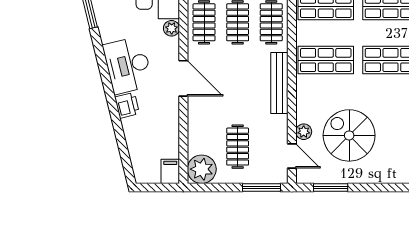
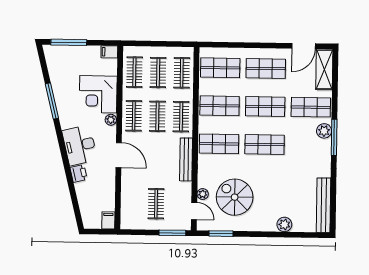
plant: (202, 169) -> (130, 219), removed

